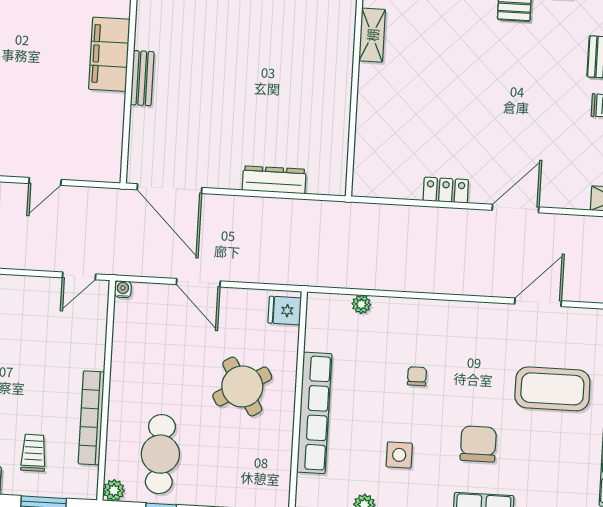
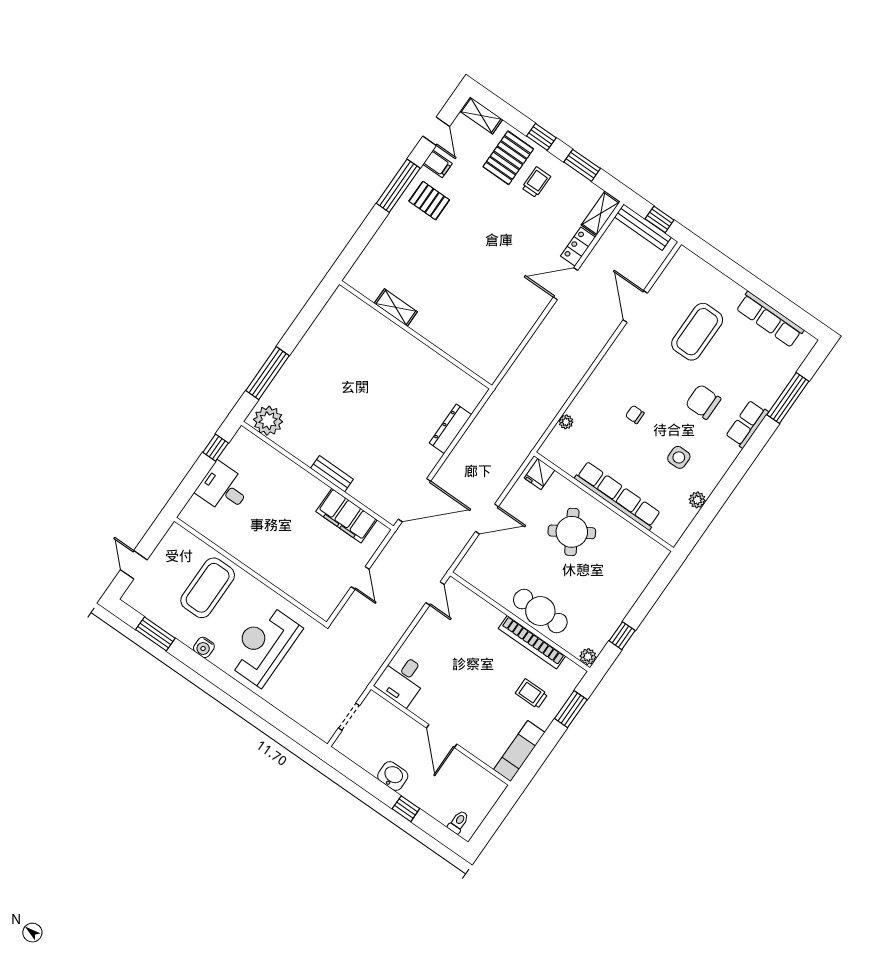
filing cabinet: (109, 54) -> (346, 516), moved
locker: (446, 190) -> (578, 247), moved
door: (515, 209) -> (565, 284), hinge flipped
water cooler: (123, 289) -> (461, 571), removed
cafe table: (160, 454) -> (540, 611), moved

